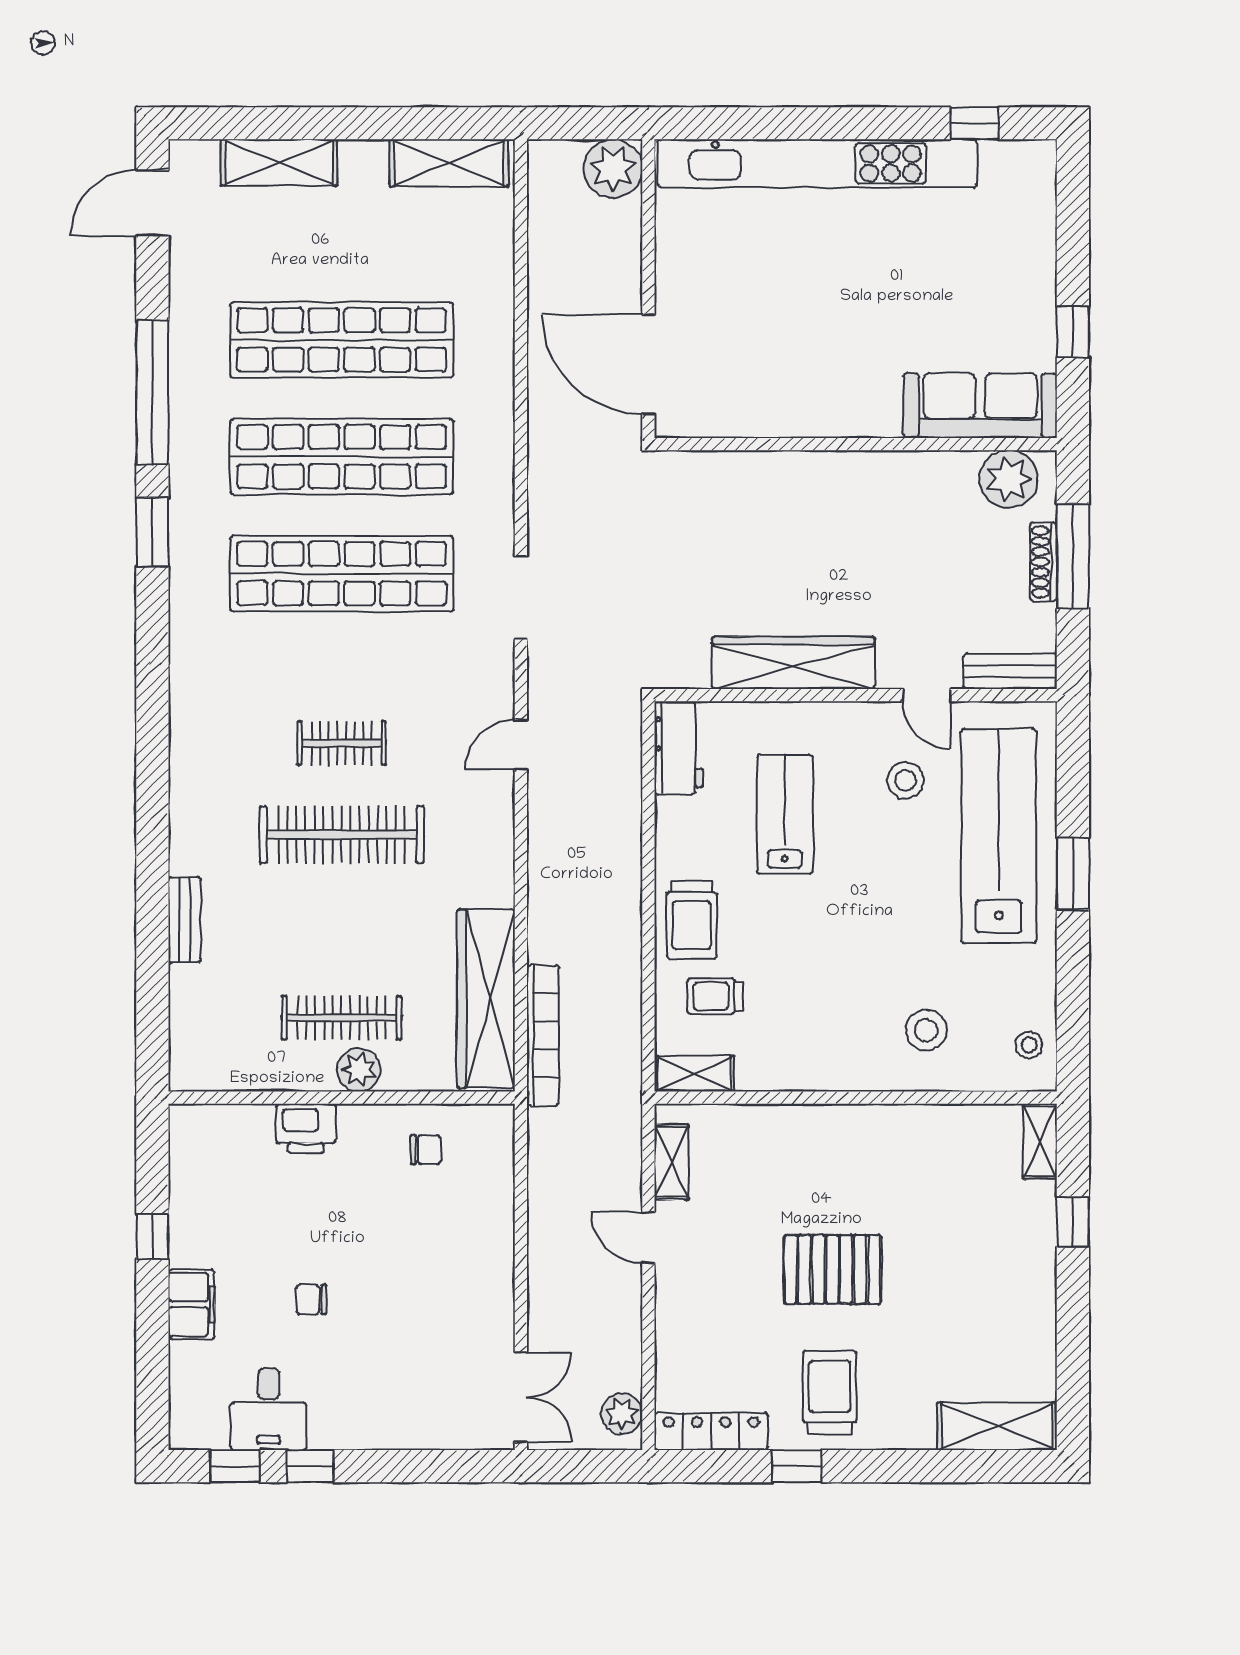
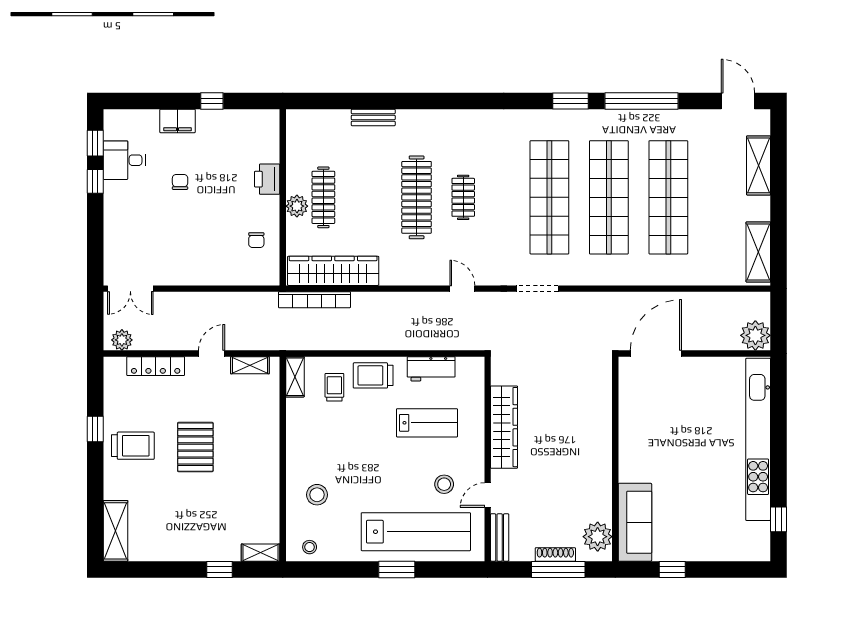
workbench: (679, 748) -> (431, 369), moved
locker: (711, 1431) -> (156, 366), moved, turned 90

